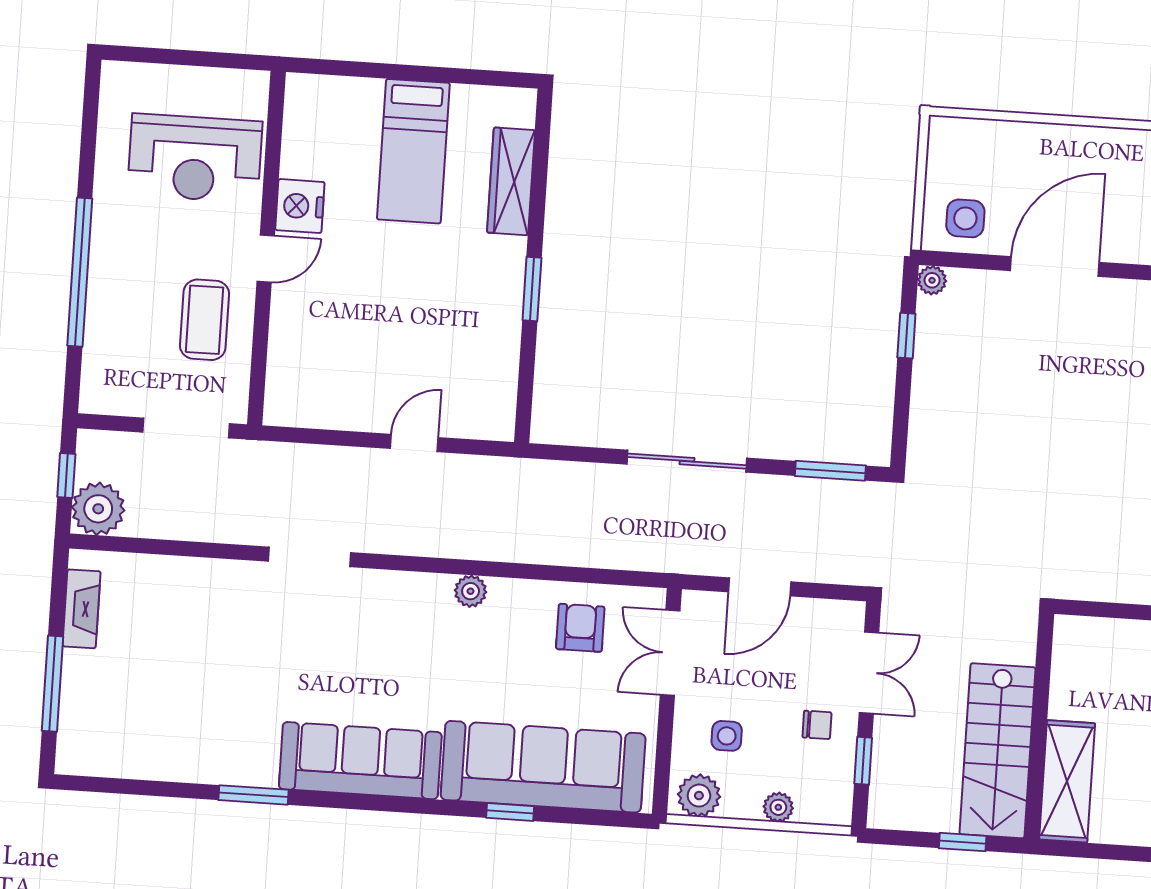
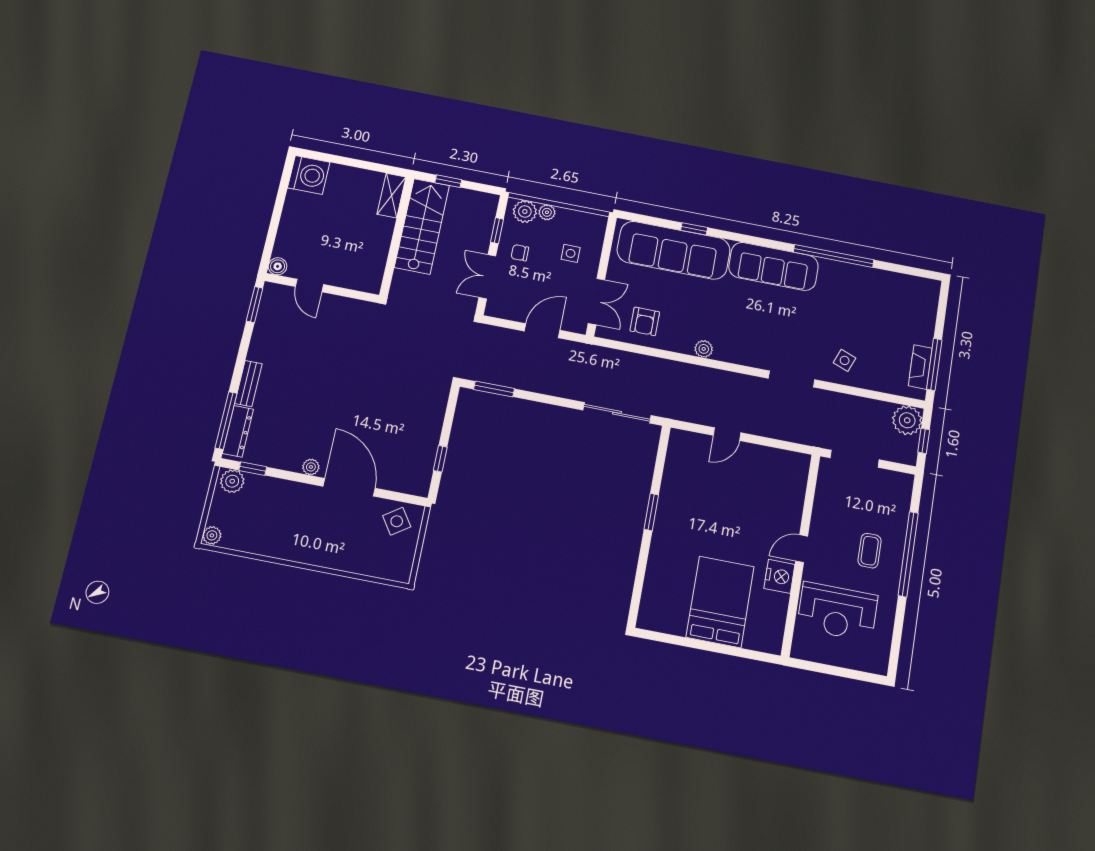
bed: (413, 151) -> (720, 602), width x1.50
reception desk: (195, 158) -> (837, 612), turned 180
wardrobe: (511, 181) -> (657, 575), removed
side table: (965, 218) -> (397, 521), turned -34
door: (1055, 267) -> (349, 487), swing flipped
plant: (932, 280) -> (311, 467), moved
coffee table: (205, 320) -> (870, 551), moved, width x0.73, depth x0.77
sliding door: (687, 461) -> (617, 413), moved
side table: (218, 603) -> (845, 360), added
window: (52, 684) -> (934, 364), moved
shelving: (1067, 781) -> (392, 196), width x0.67, depth x0.75
window: (253, 795) -> (834, 256), width x2.11
plant: (699, 796) -> (525, 211), moved

